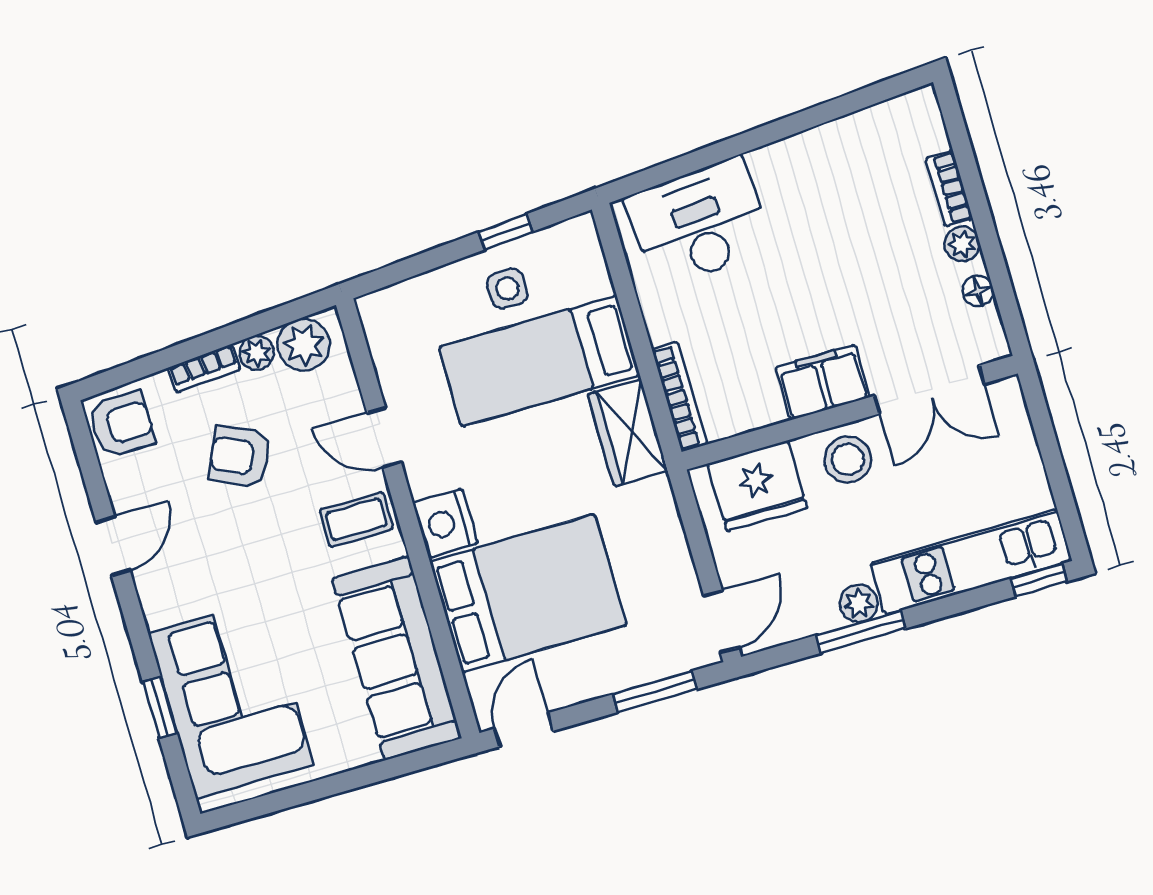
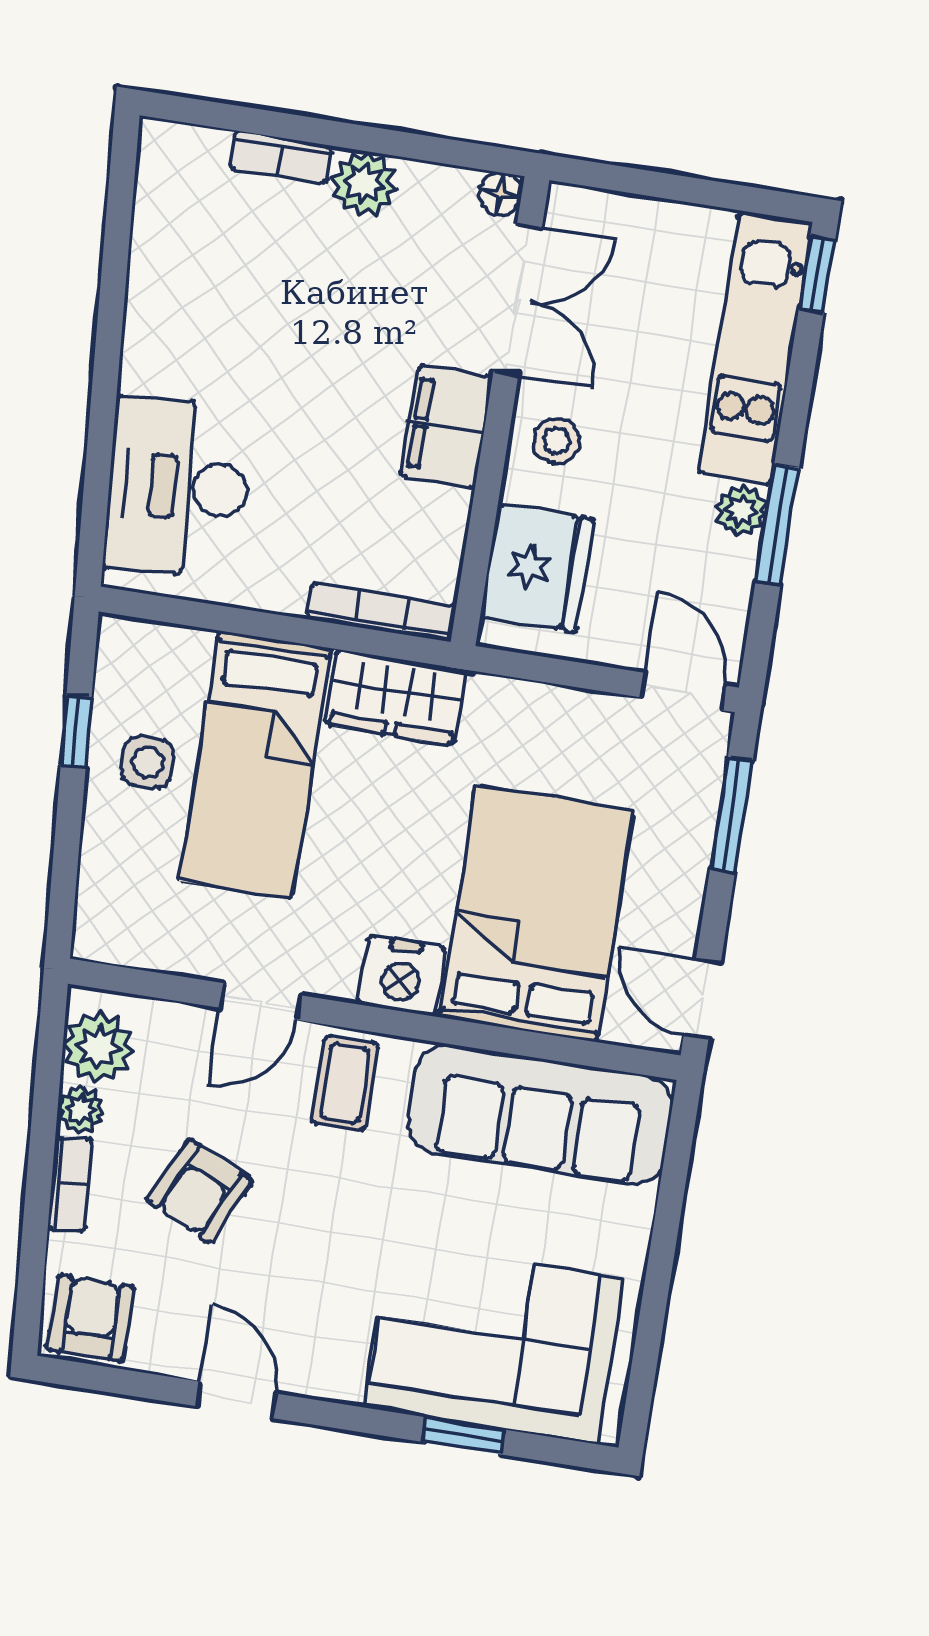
plant: (962, 244) -> (364, 184), width x1.38, depth x1.38
floor lamp: (978, 291) -> (501, 194), moved
stool: (848, 459) -> (557, 441), width x0.73, depth x0.73

